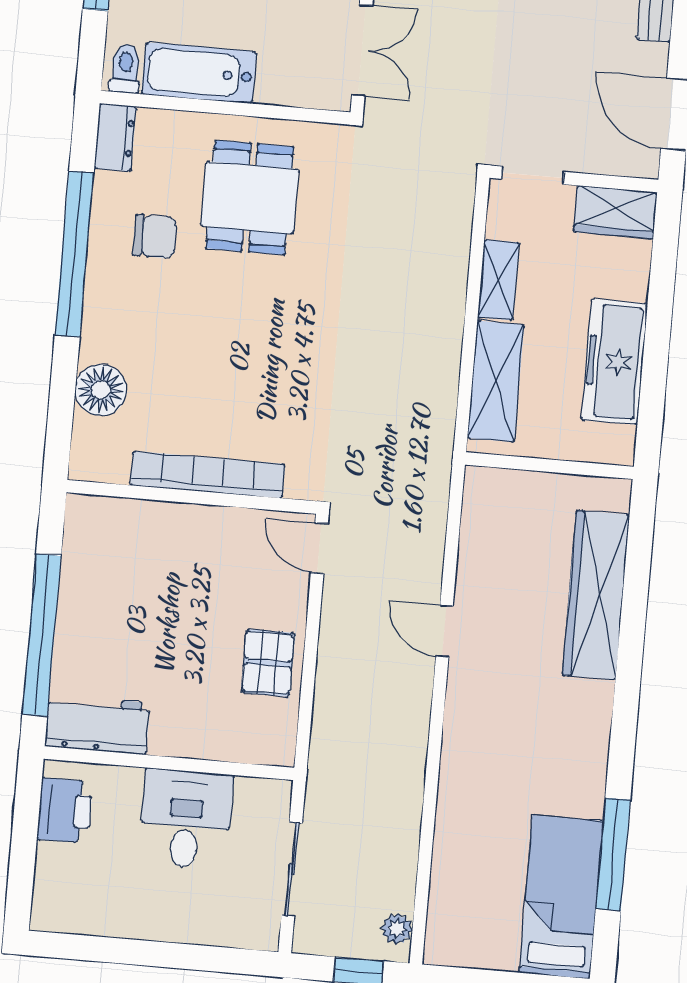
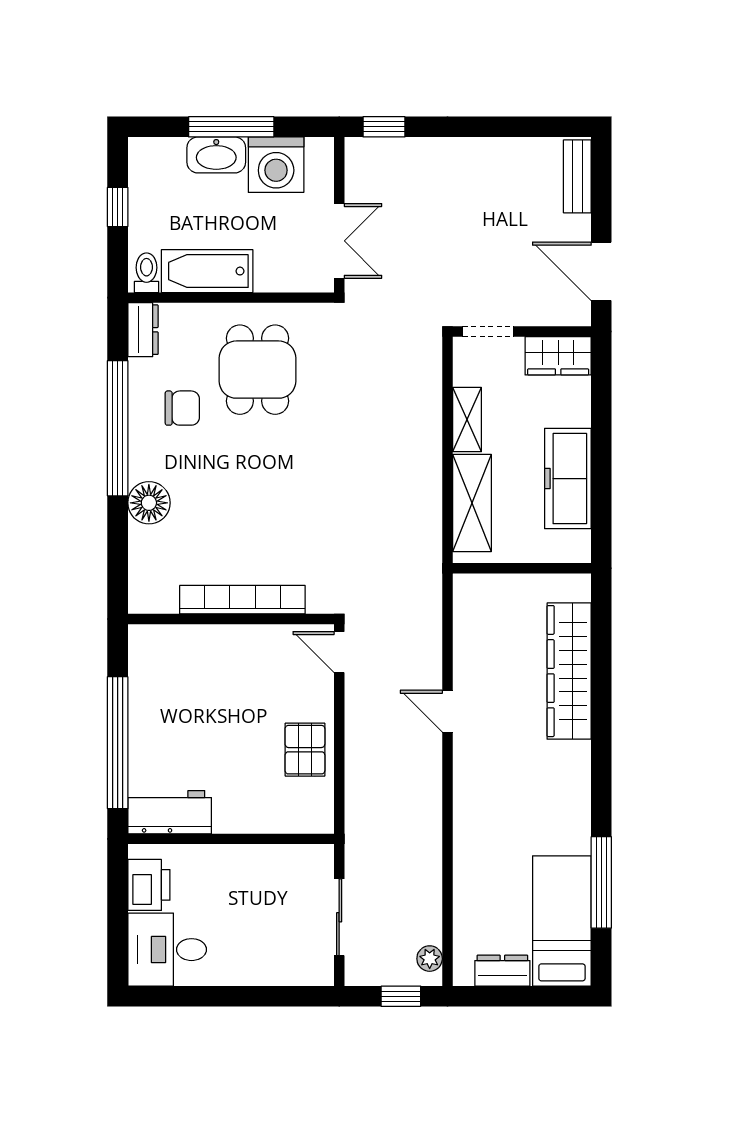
floor lamp: (101, 390) -> (149, 503), moved
desk: (186, 819) -> (167, 950), moved, turned -90
dresser: (484, 951) -> (502, 971), added

